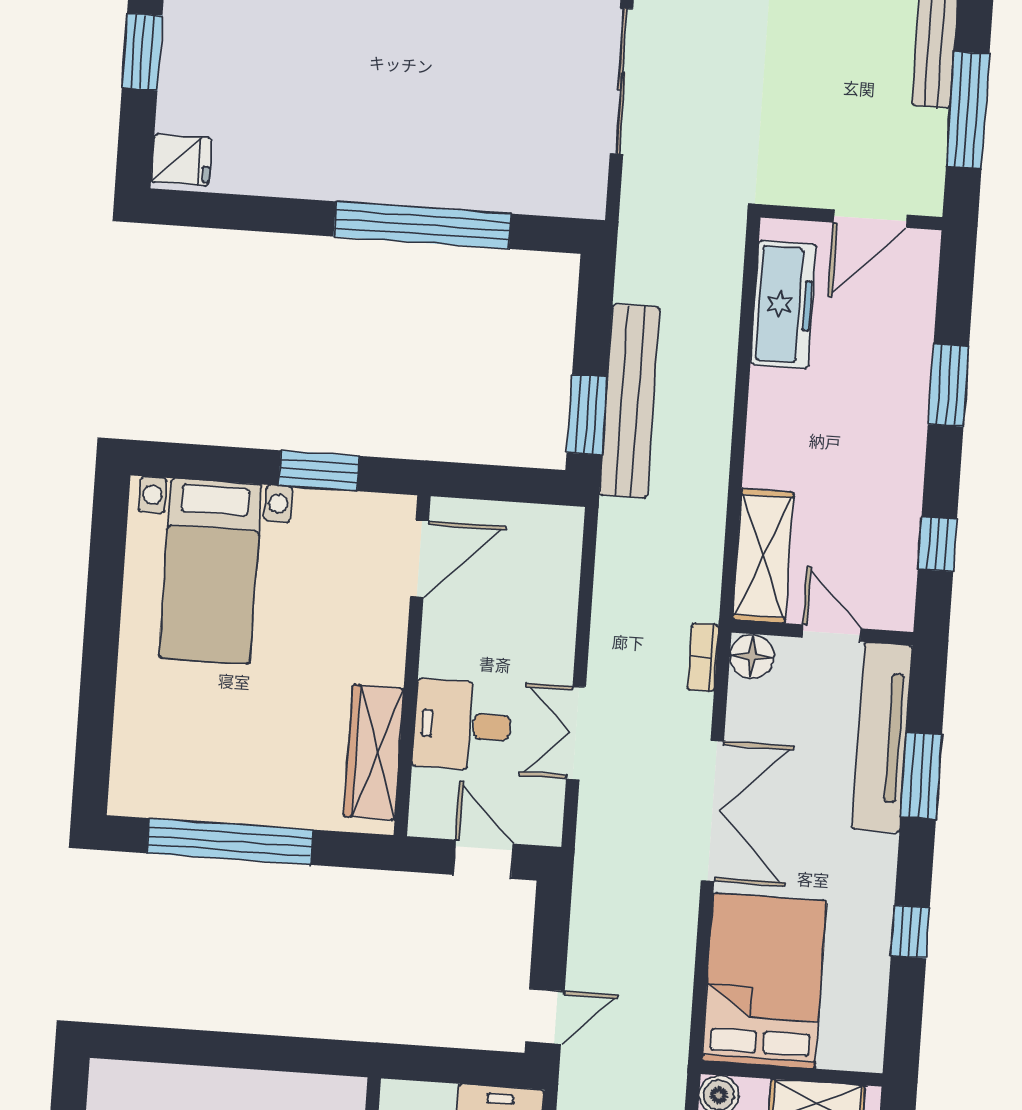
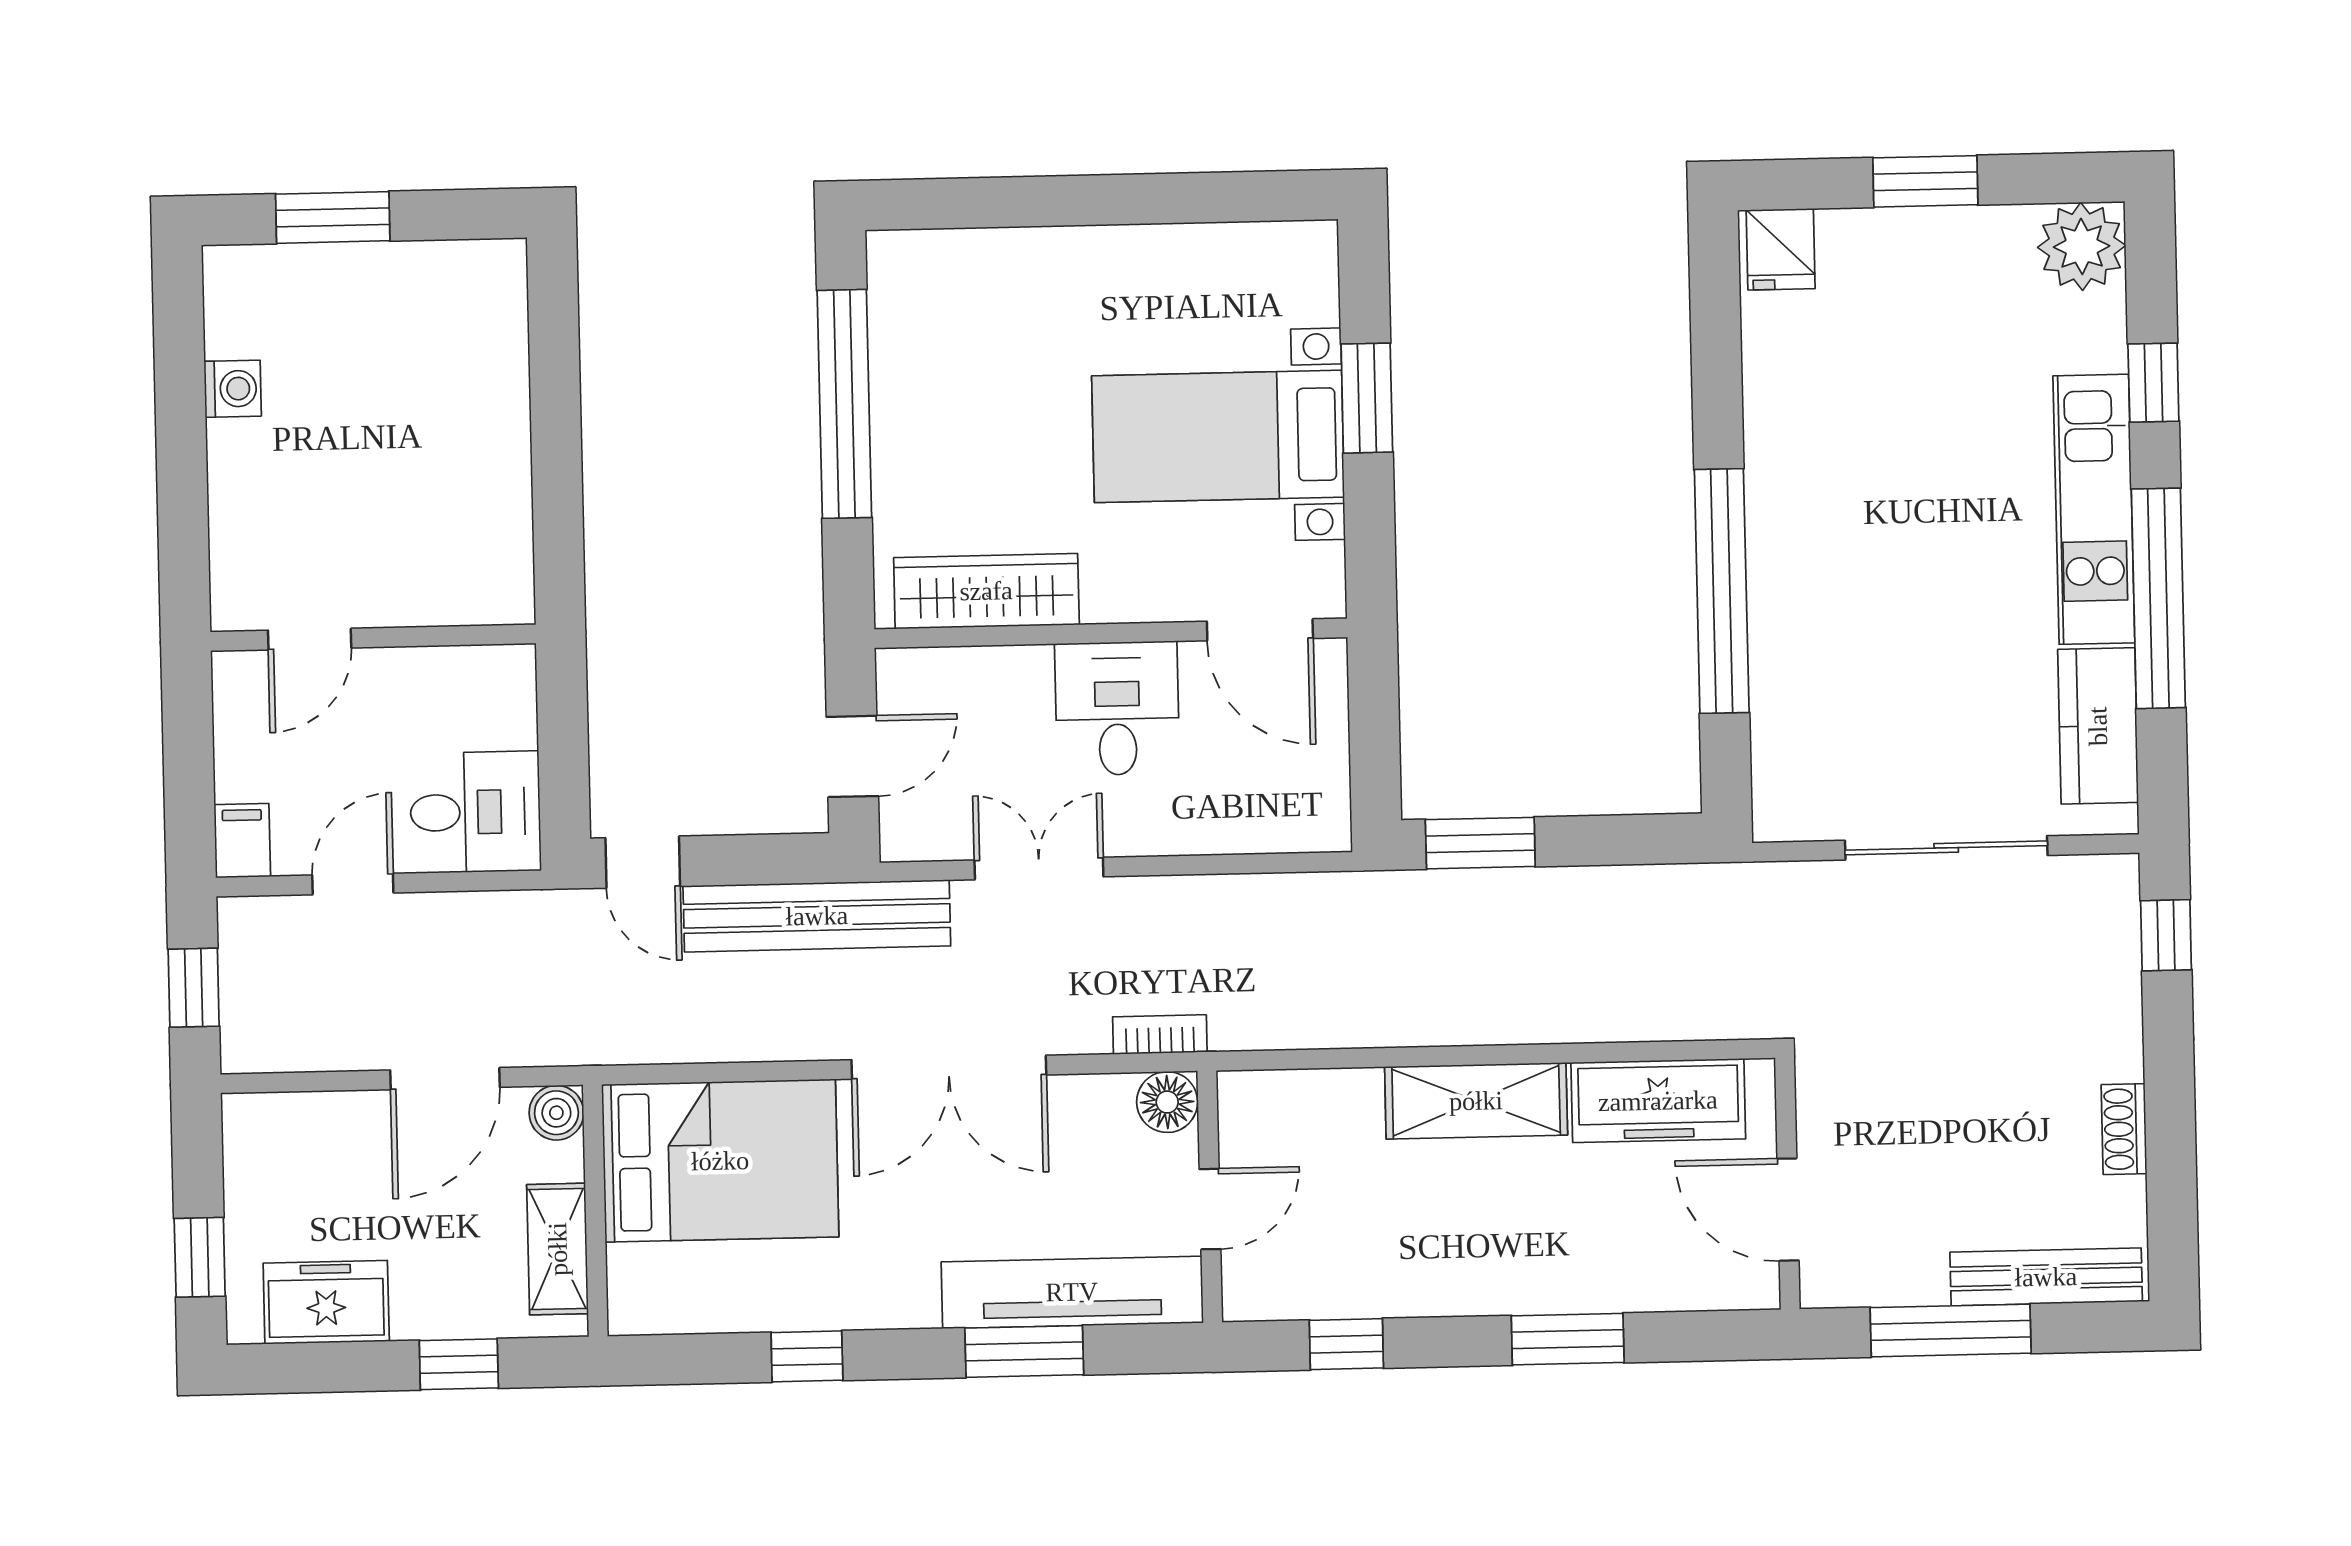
bench: (630, 401) -> (817, 916), moved
window: (319, 471) -> (1367, 398), moved
shelving: (763, 556) -> (1476, 1101), moved
bed with nightstands: (210, 571) -> (1218, 436), moved
desk: (462, 725) -> (1117, 708), moved

